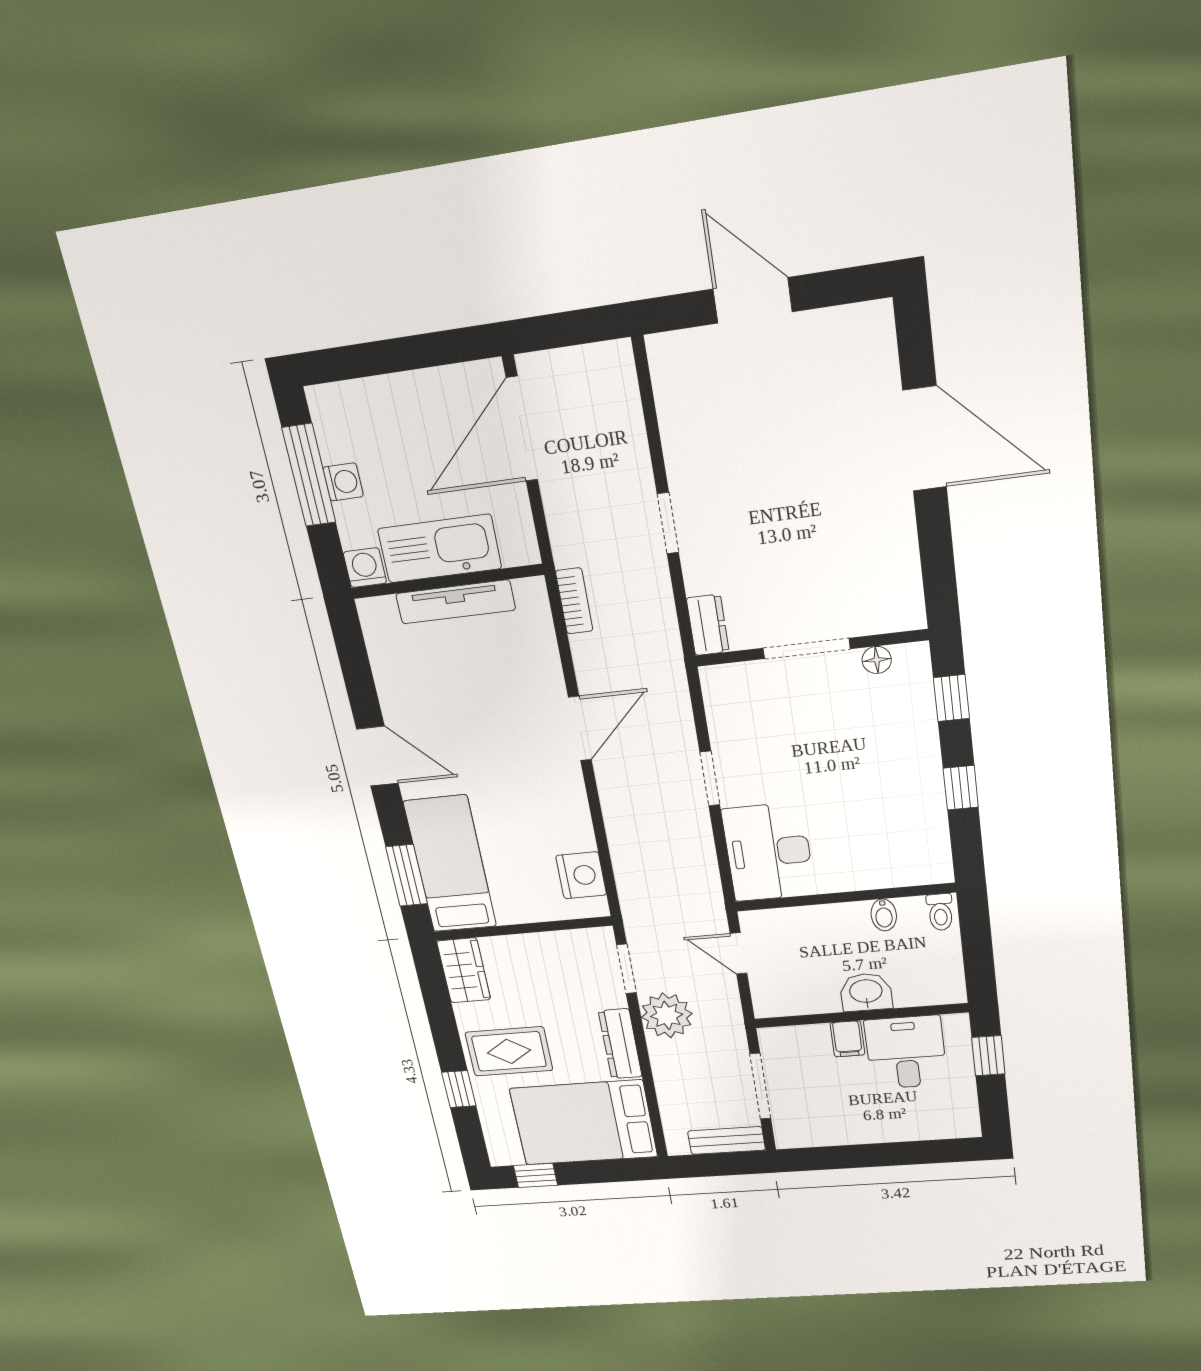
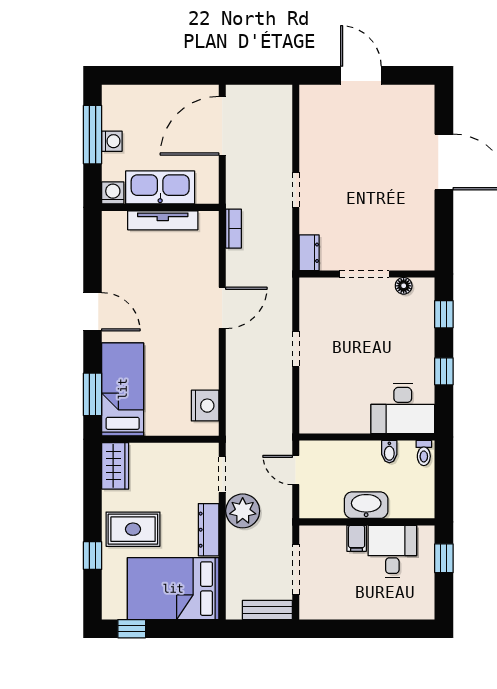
desk: (768, 852) -> (403, 408), moved, turned -90
washbasin: (866, 992) -> (366, 505), width x1.38

